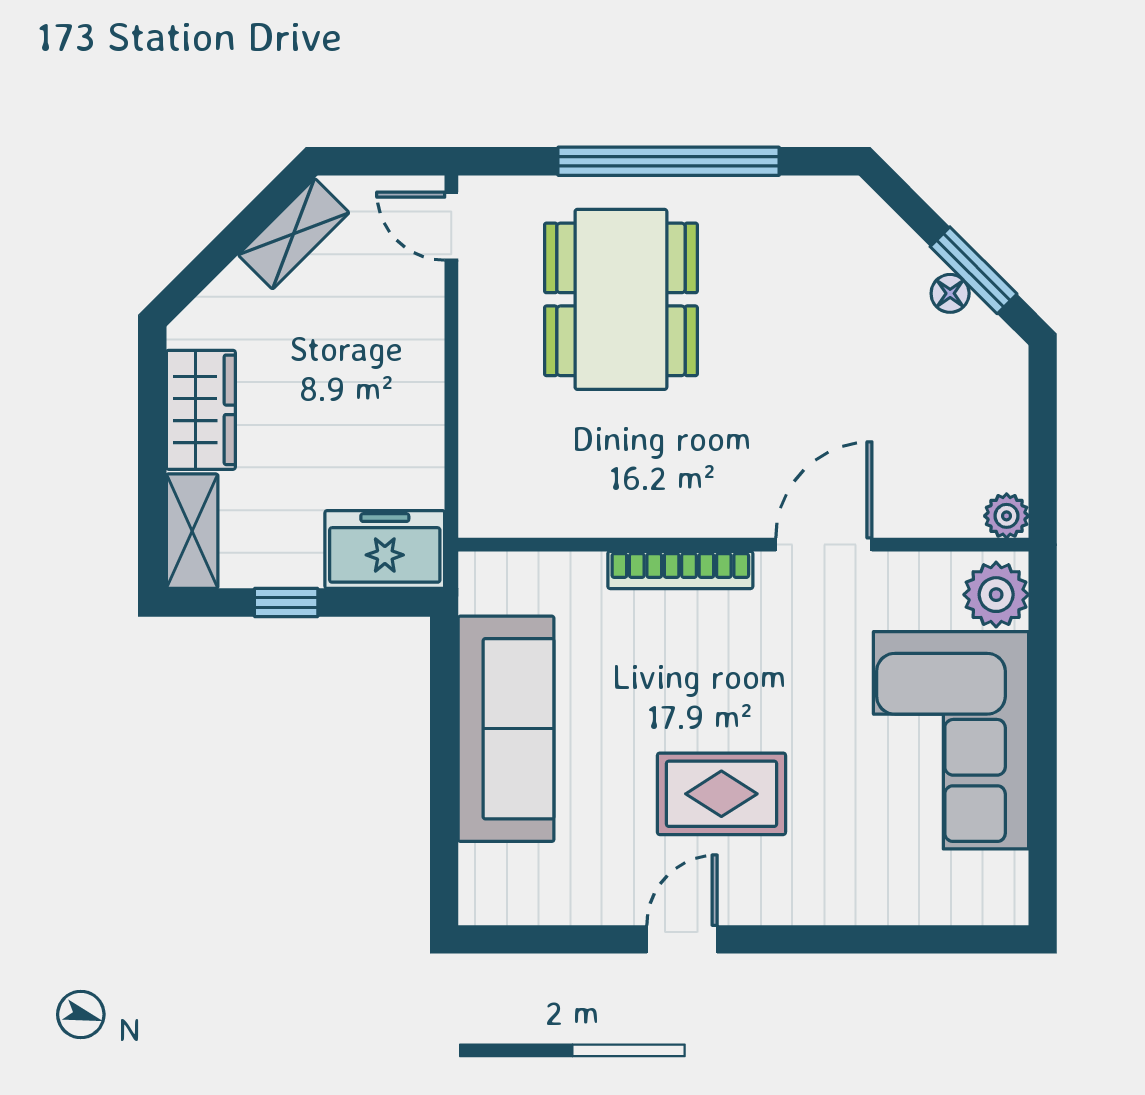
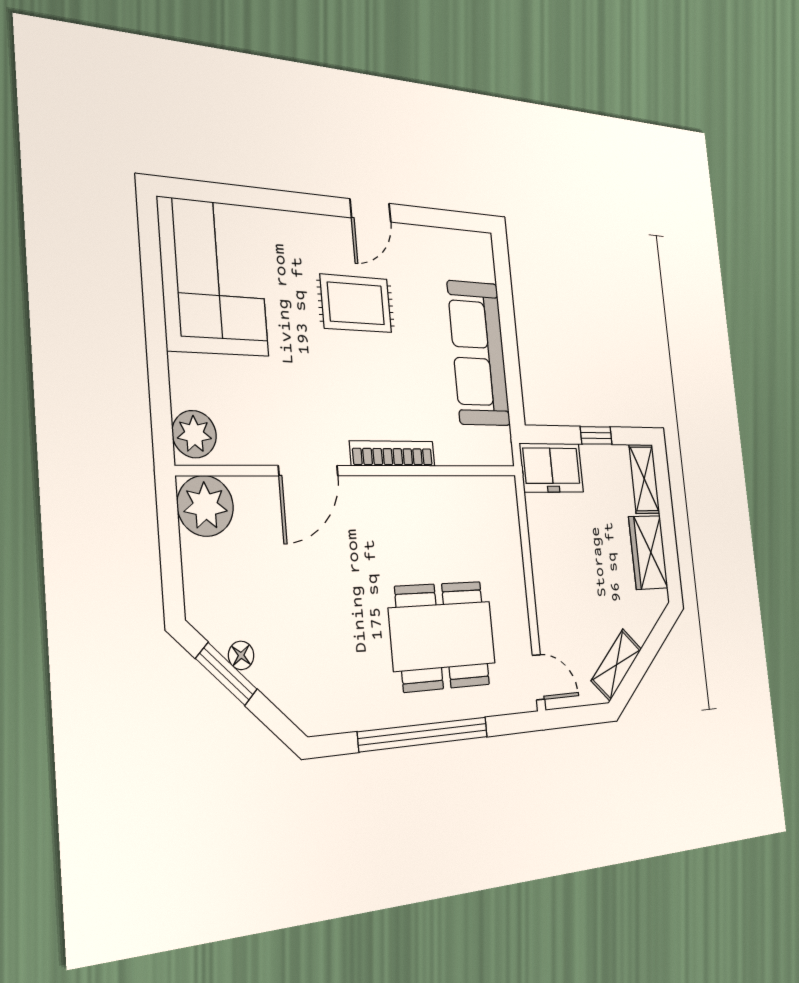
dining table: (621, 299) -> (442, 636), turned 90
plant: (1007, 516) -> (205, 506), width x1.88, depth x1.88
corner sofa: (951, 740) -> (213, 277), moved

